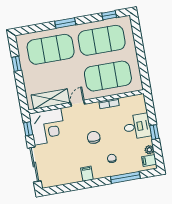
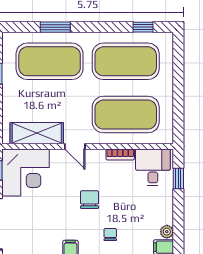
window: (65, 23) -> (55, 27), moved
door: (78, 103) -> (75, 146), swing flipped
desk: (137, 126) -> (153, 167), moved, turned -90
window: (154, 132) -> (178, 178), moved

